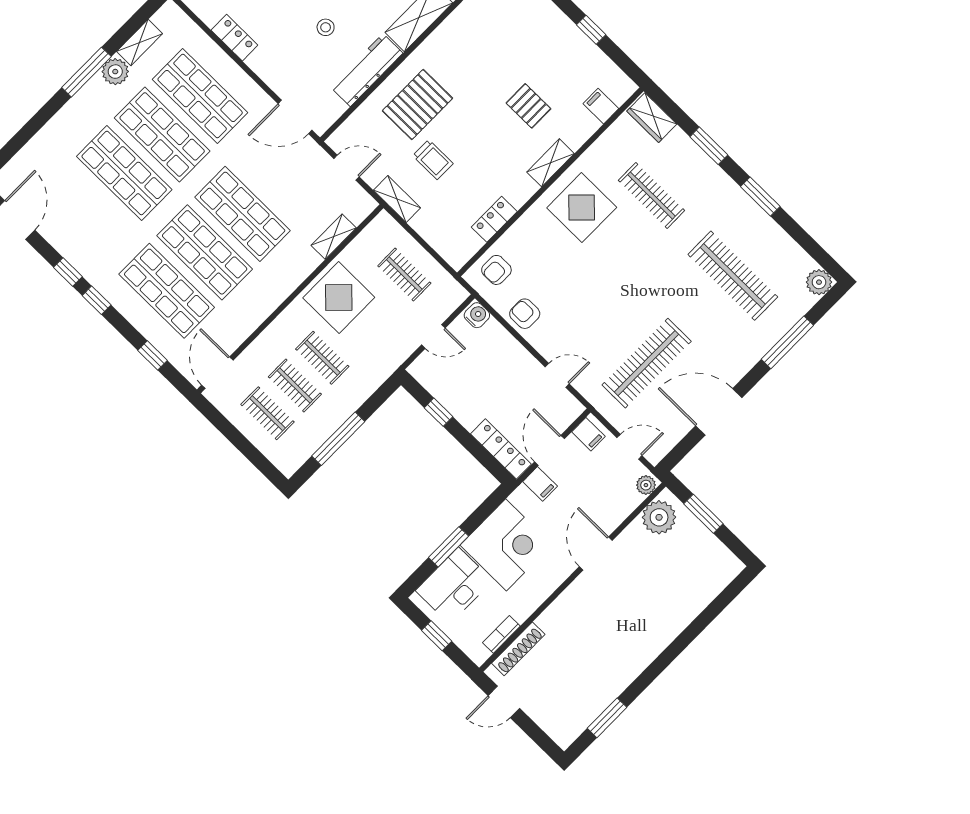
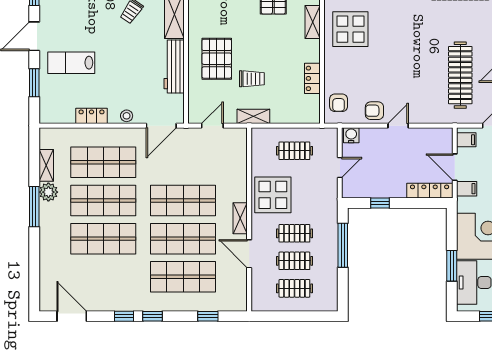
stool: (326, 27) -> (127, 116), moved
shelving: (334, 237) -> (240, 218), moved
door: (217, 373) -> (249, 254), moved
door: (557, 375) -> (398, 126), moved
window: (338, 439) -> (343, 245), moved

